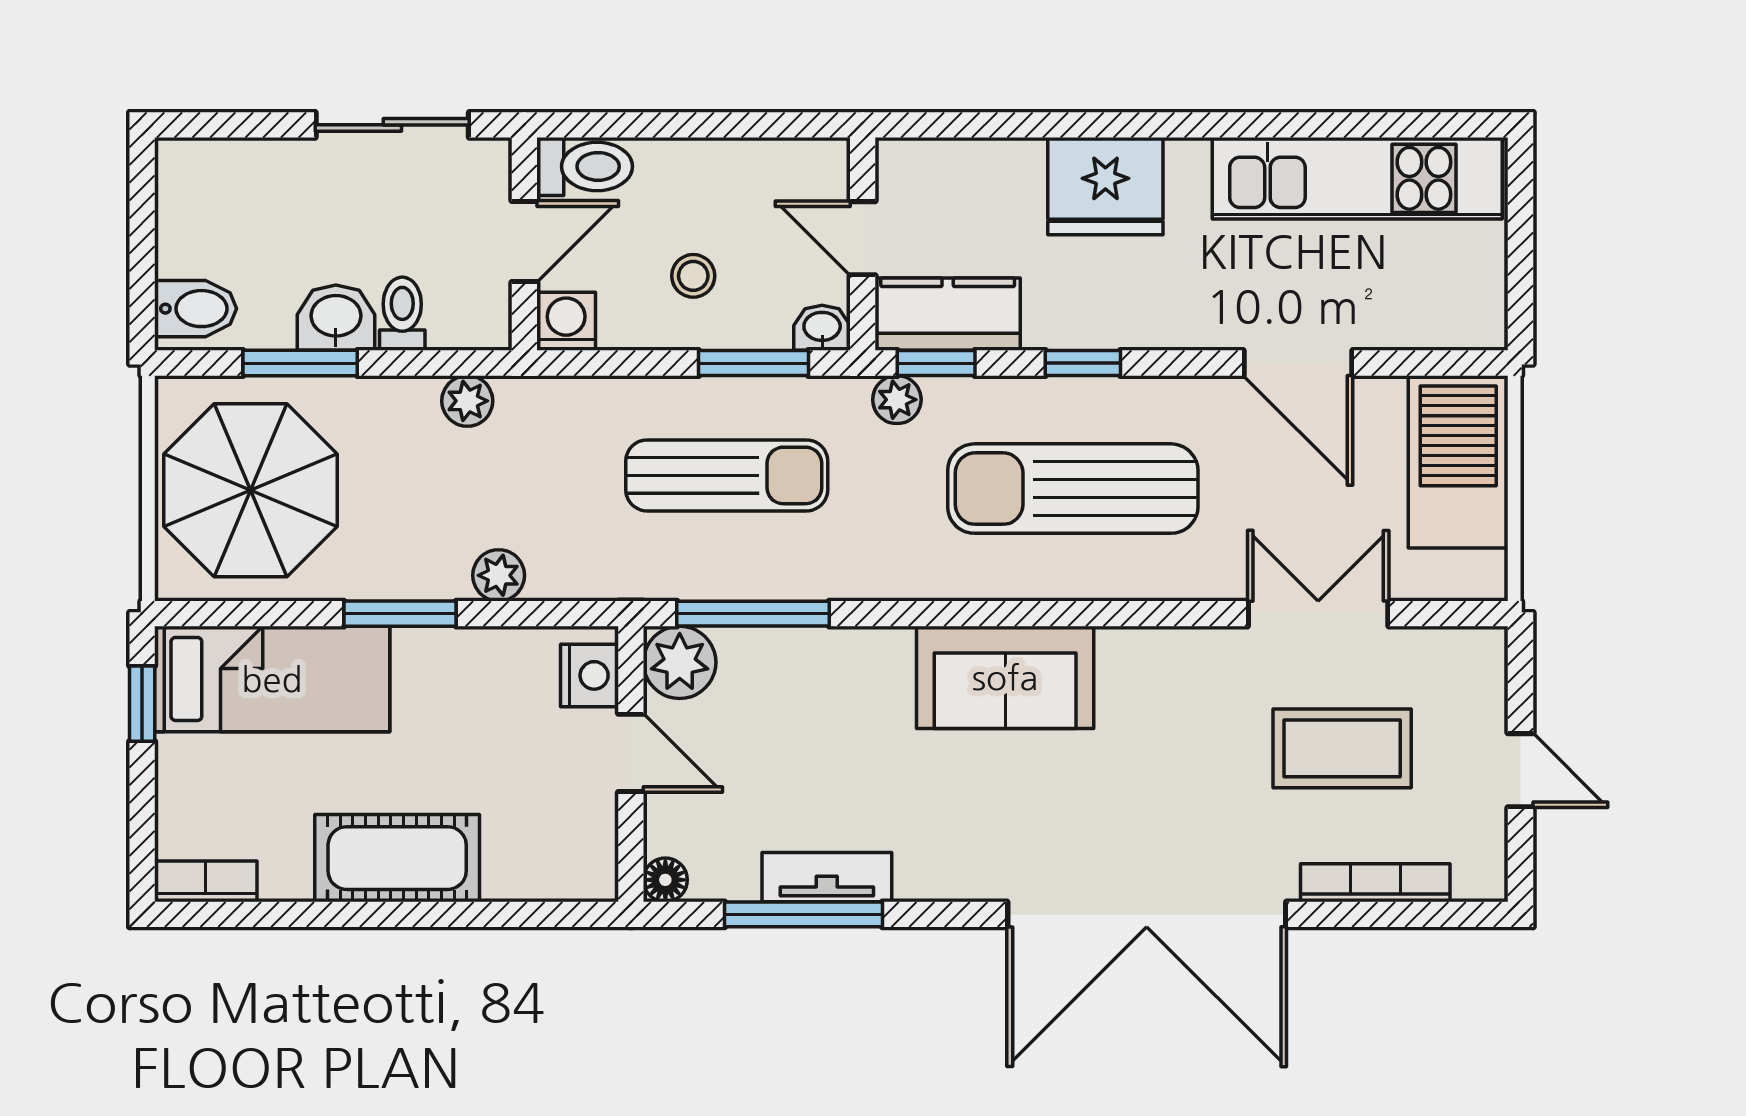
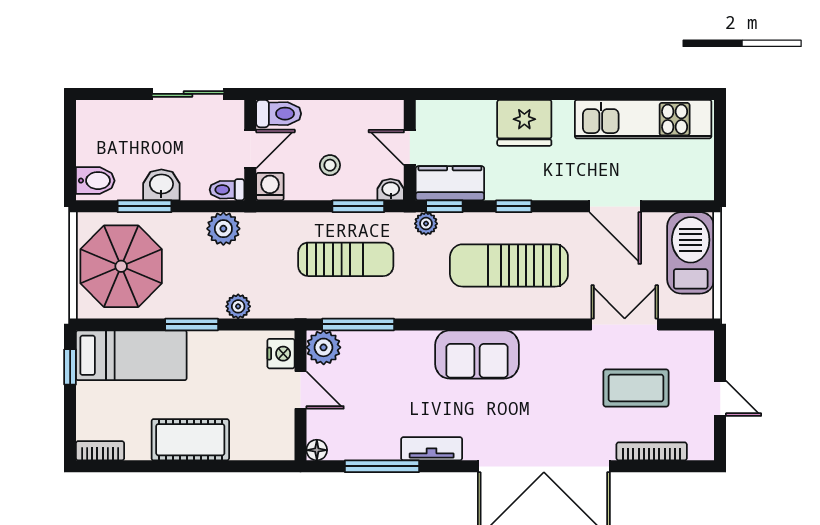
toilet: (402, 314) -> (227, 190), moved, turned -90
plant: (467, 401) -> (223, 229), width x1.38, depth x1.38
tv unit: (827, 877) -> (432, 449), moved

